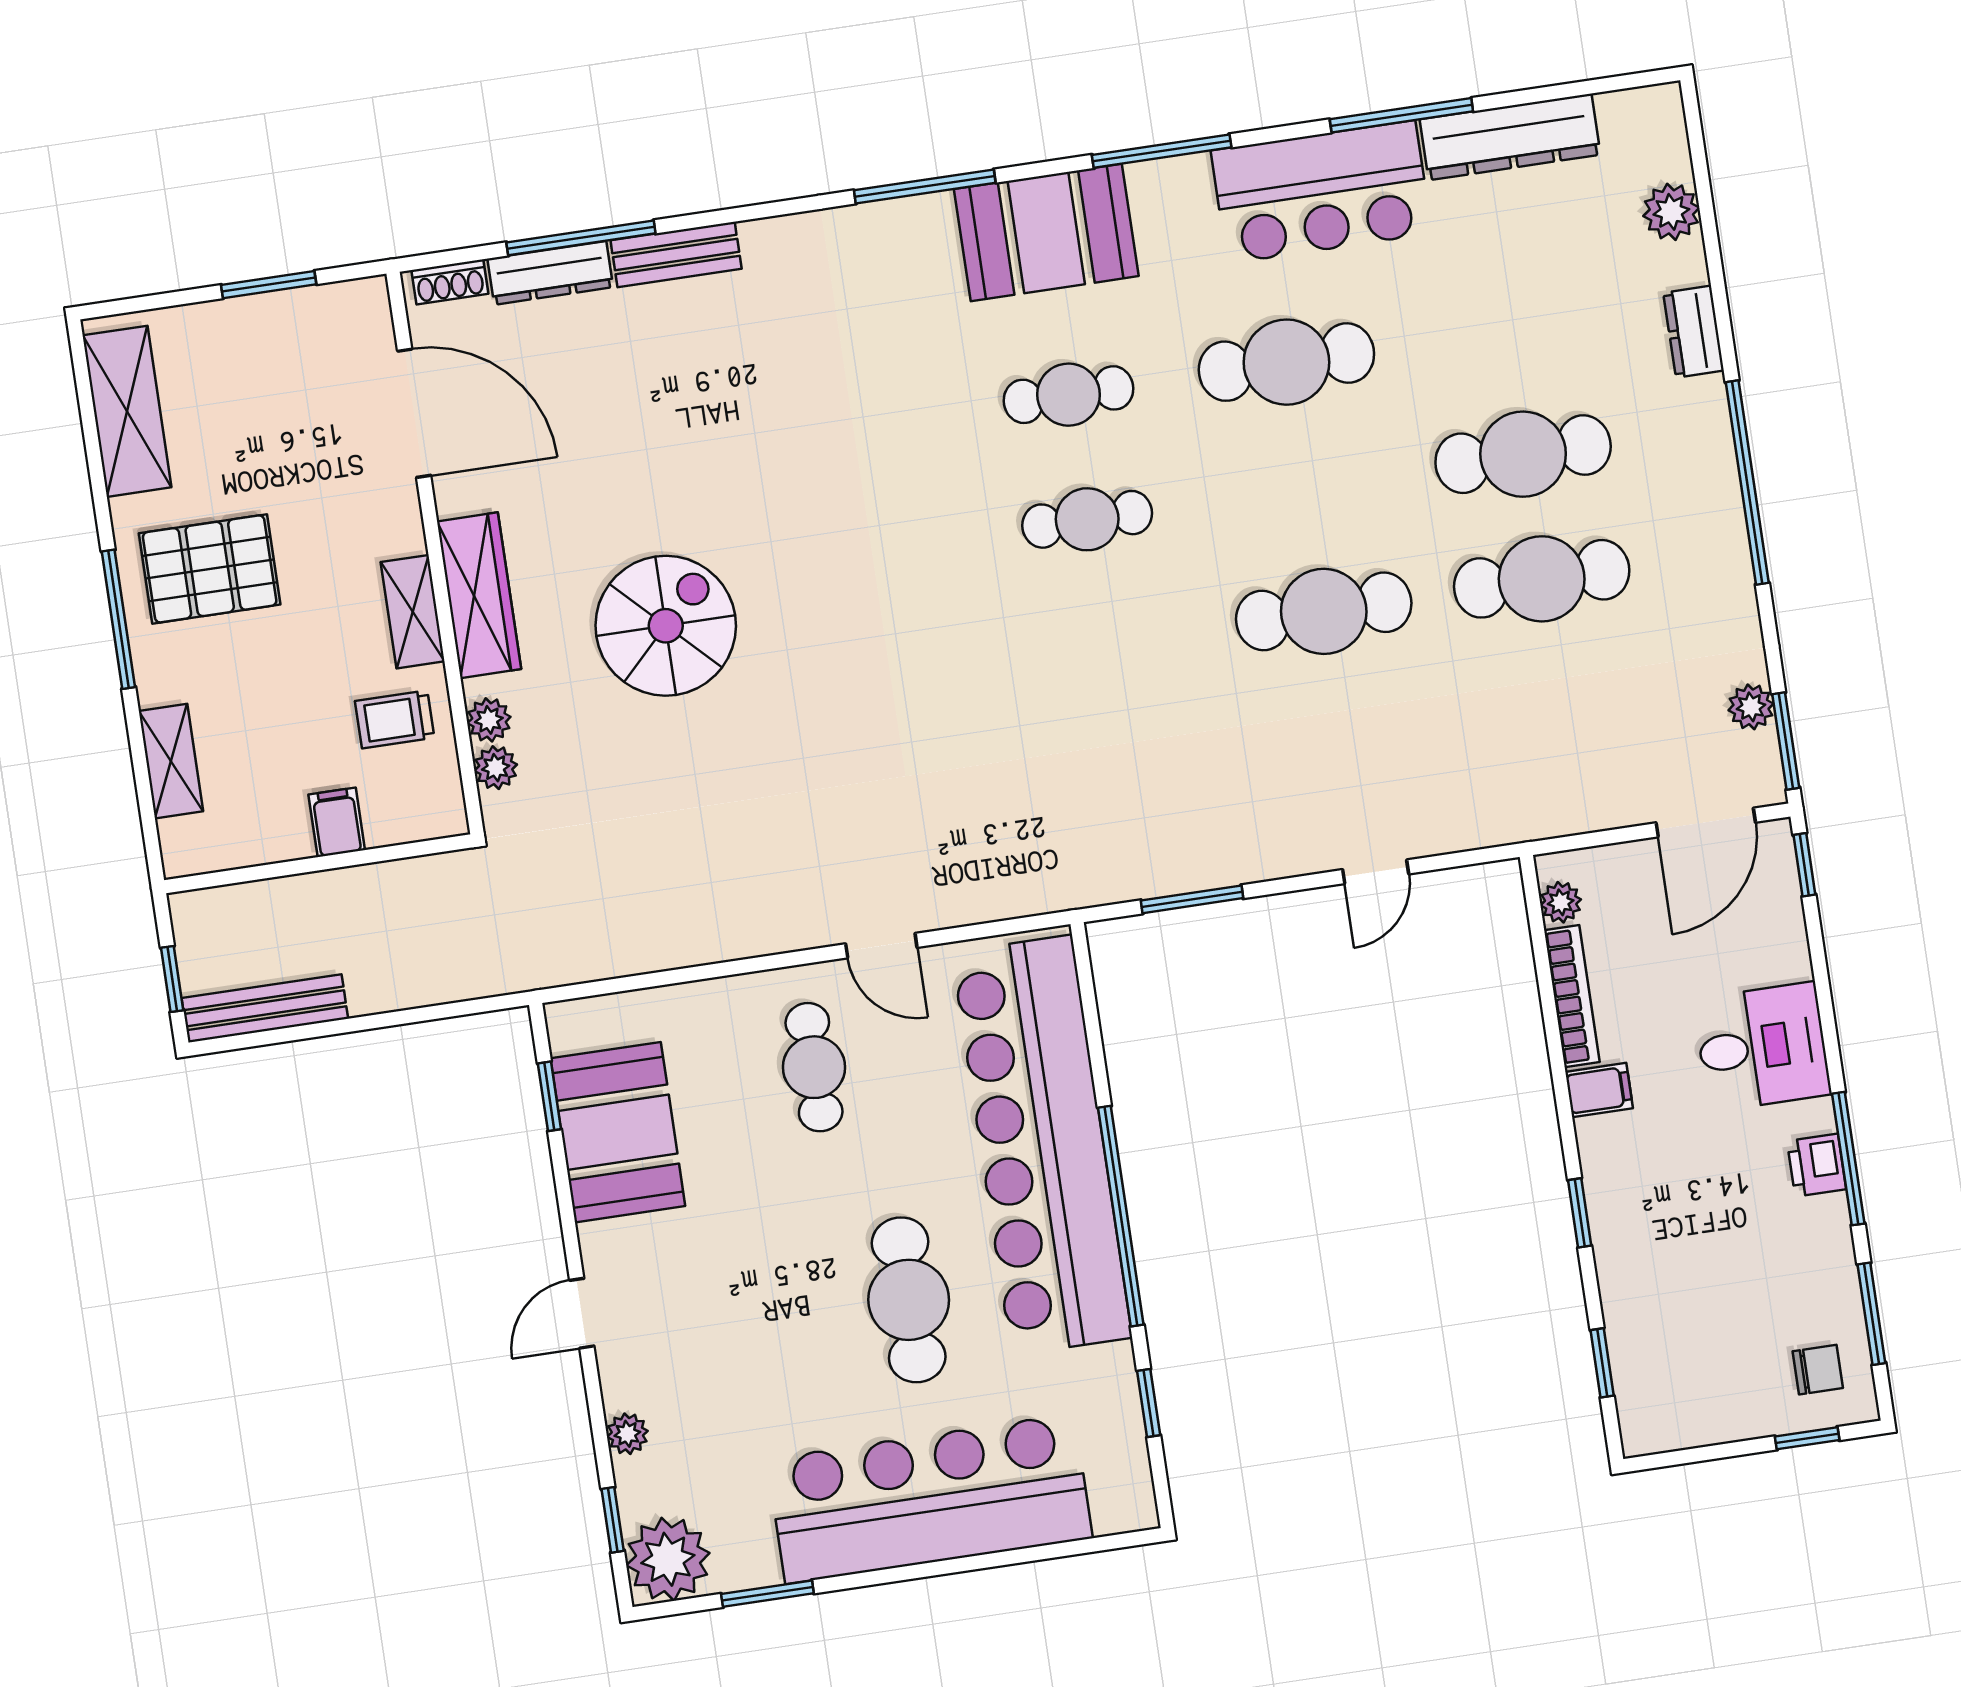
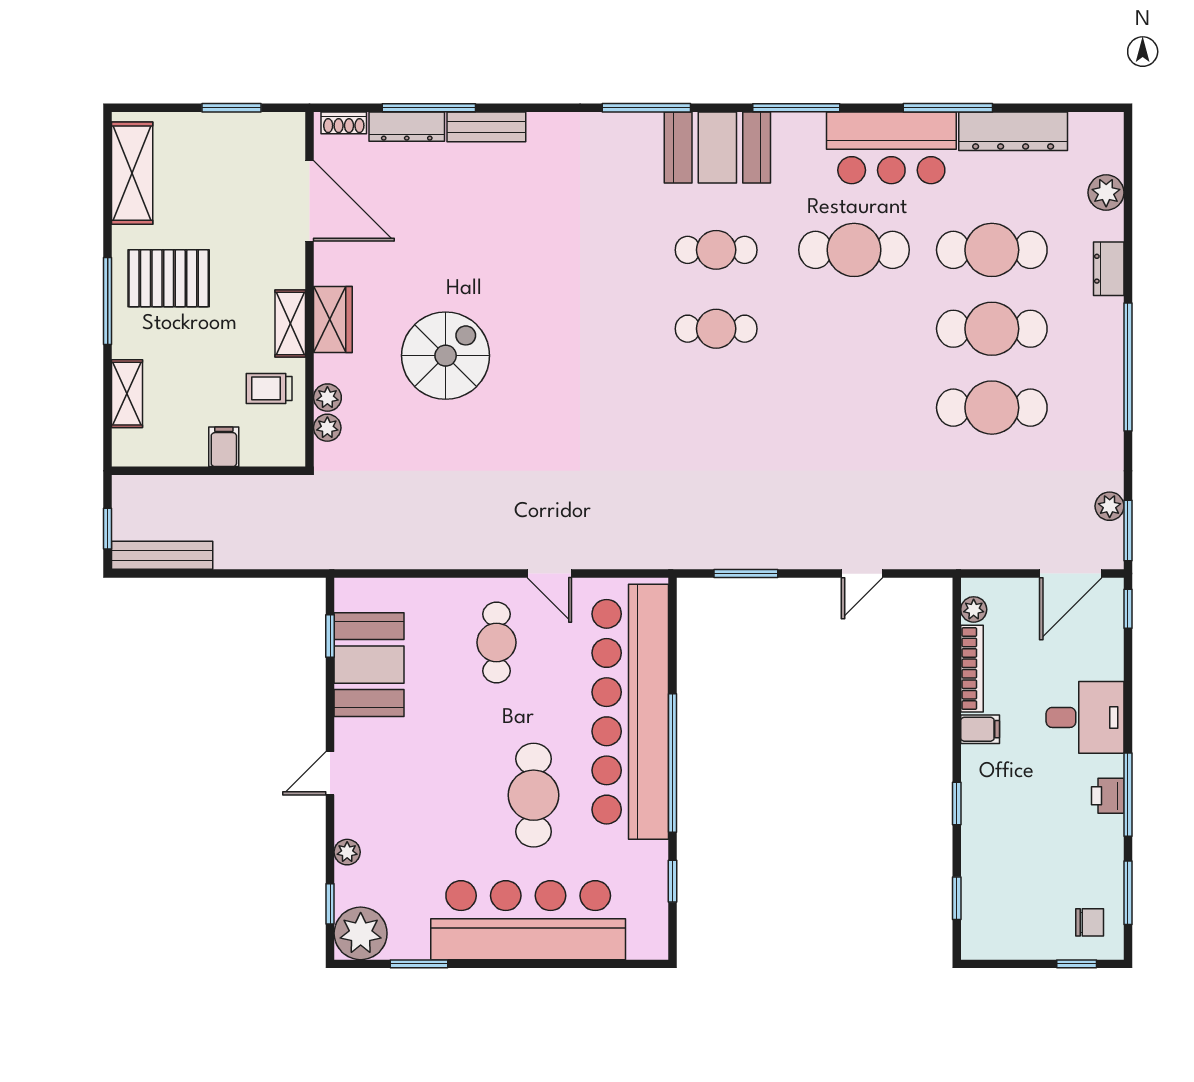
wardrobe: (479, 595) -> (333, 320), width x0.67
cafe table: (1324, 611) -> (992, 250), moved

